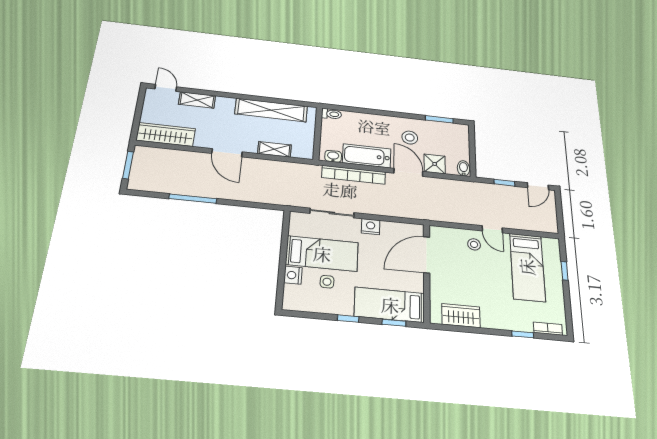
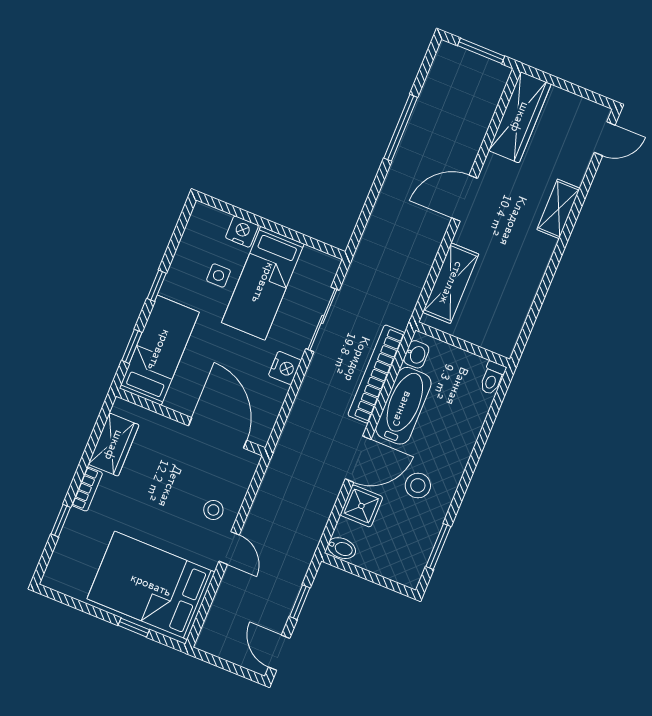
shelving: (197, 100) -> (558, 209), moved
shelving: (271, 110) -> (523, 287), removed
shelving: (274, 149) -> (451, 283), width x1.50, depth x1.33
door: (492, 229) -> (229, 548), swing flipped
bed: (527, 267) -> (151, 585), width x1.50
bookcase: (548, 329) -> (87, 489), moved

